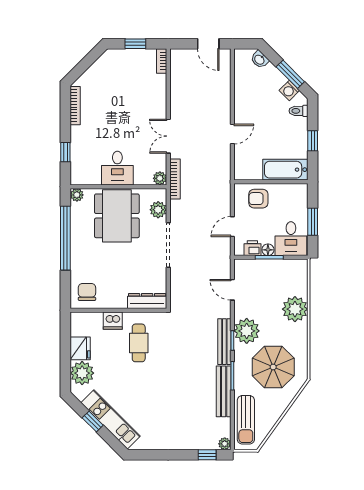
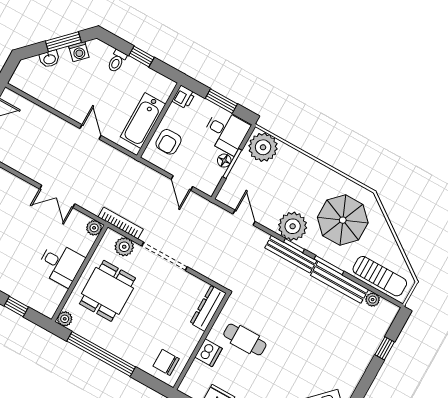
washbasin: (260, 59) -> (49, 59), moved
toilet: (298, 111) -> (117, 61), moved
bathtub: (285, 170) -> (143, 121), moved
bookcase: (175, 179) -> (121, 223), moved
dining table: (117, 216) -> (107, 291), width x0.73
printer: (252, 248) -> (184, 97), moved, turned 180
door: (232, 290) -> (244, 218), swing flipped
plant: (295, 309) -> (263, 147), moved
plant: (225, 444) -> (373, 300), moved
window: (207, 455) -> (385, 348), moved

